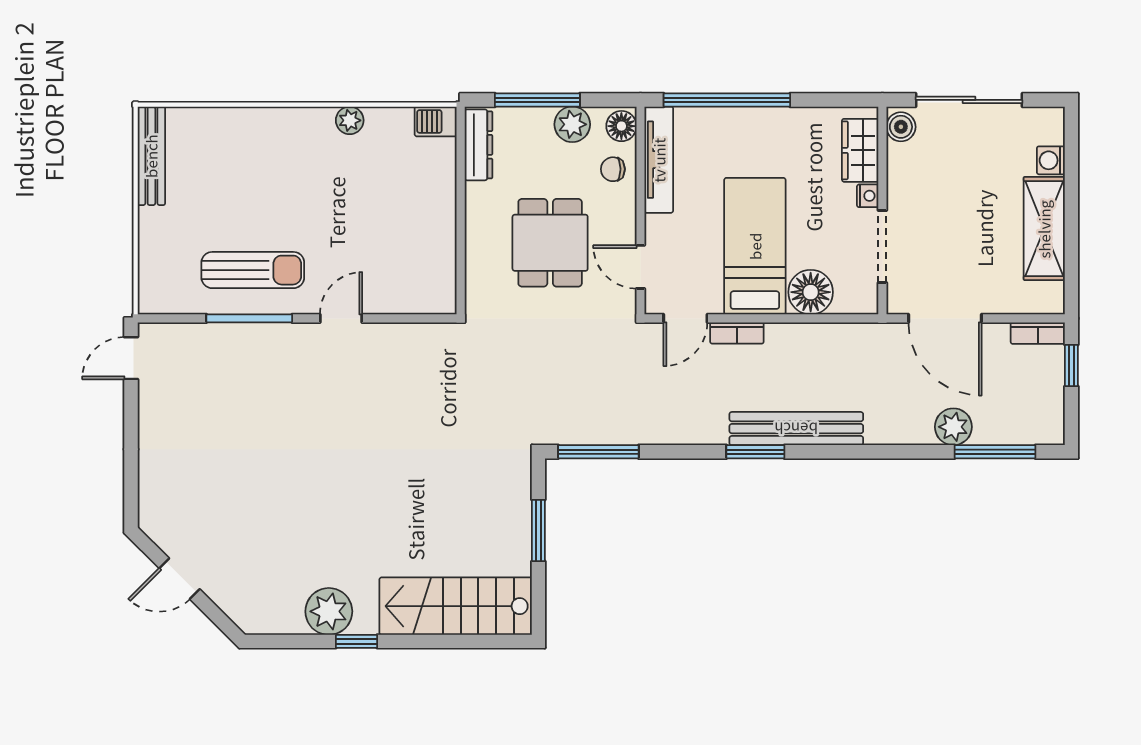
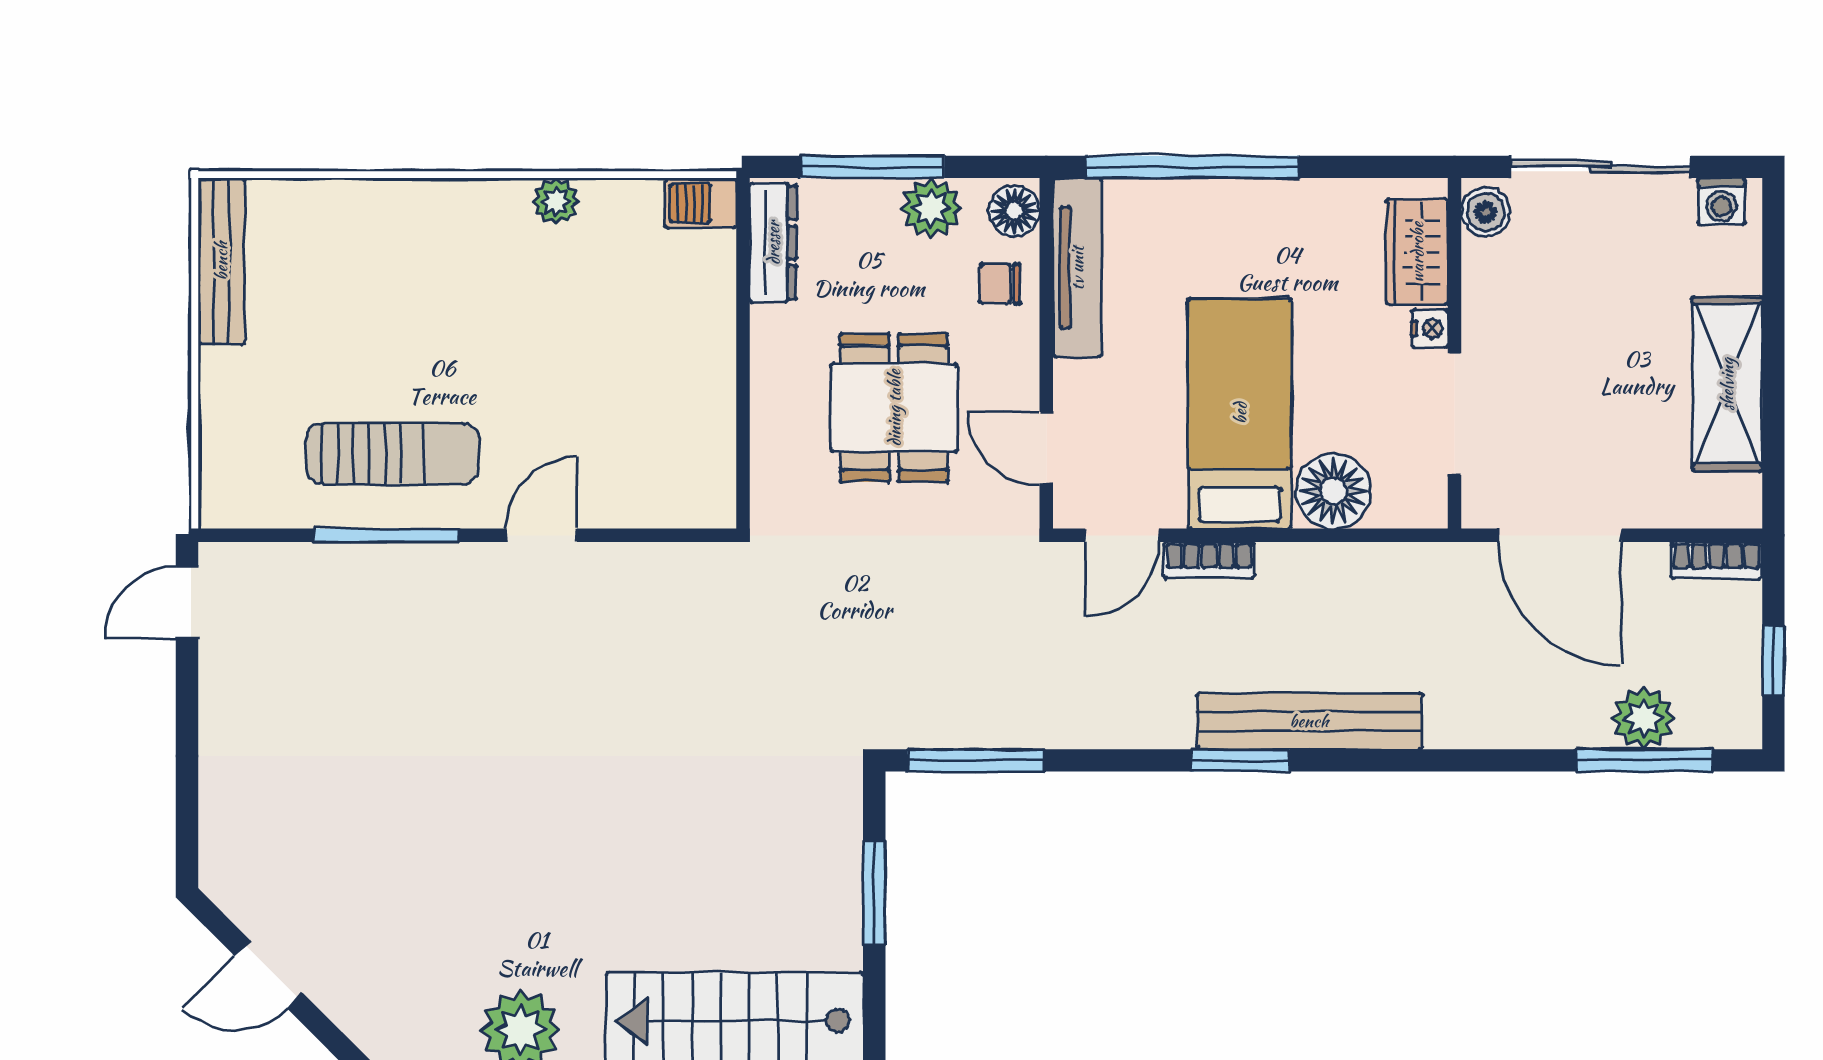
washing machine: (1051, 160) -> (1721, 202), moved, turned -90
window: (1071, 366) -> (1773, 660), moved
plant: (953, 427) -> (1644, 718), moved

